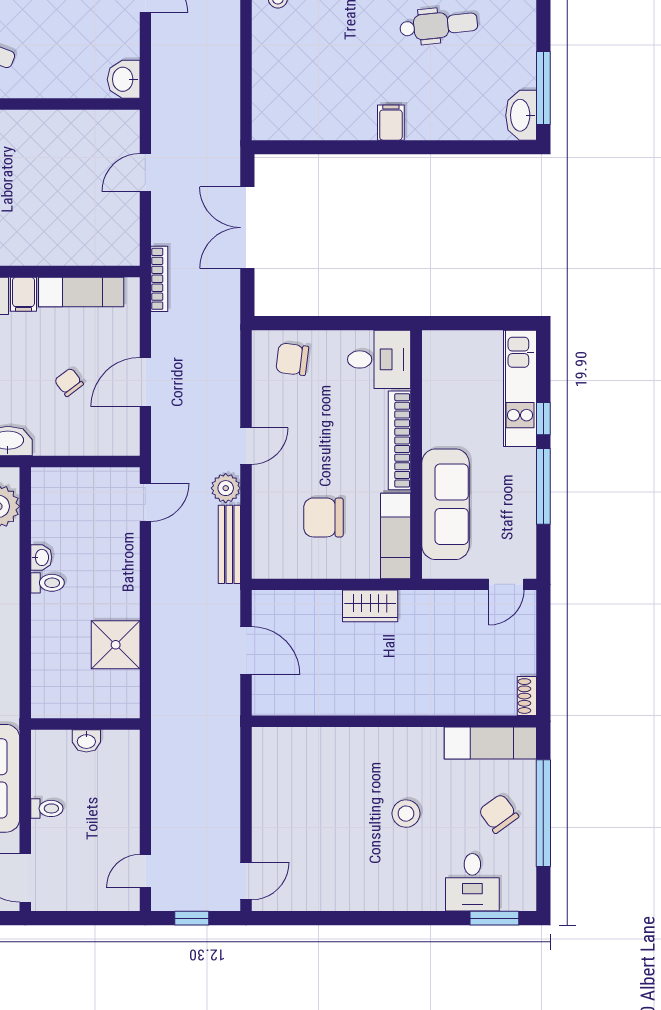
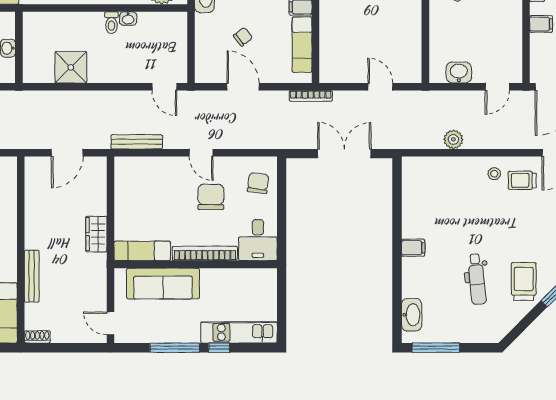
washbasin: (124, 79) -> (459, 73), moved
washbasin: (521, 115) -> (412, 315), moved, turned 90
plant: (226, 488) -> (453, 139), moved
chair: (323, 517) -> (211, 197), moved
bench: (434, 705) -> (32, 276), added

